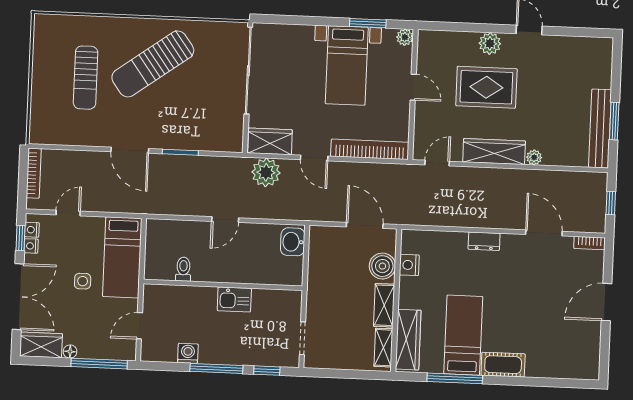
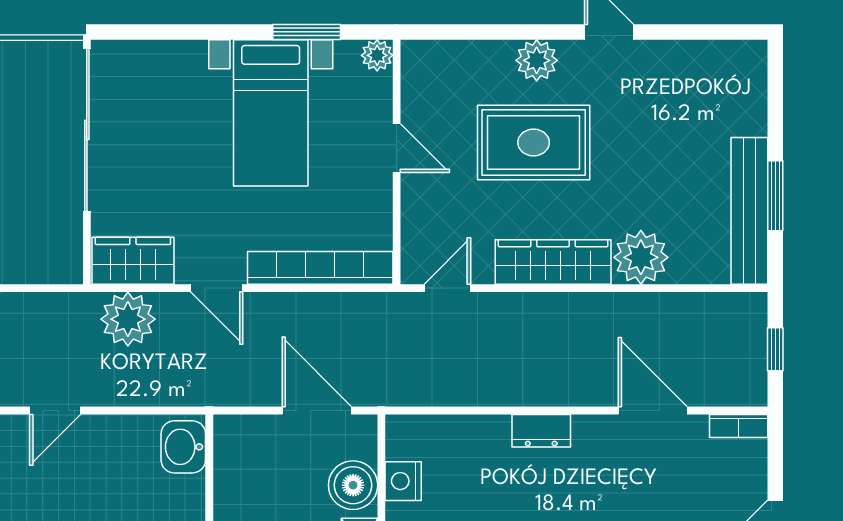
plant: (534, 157) -> (641, 257), width x1.88, depth x1.88

